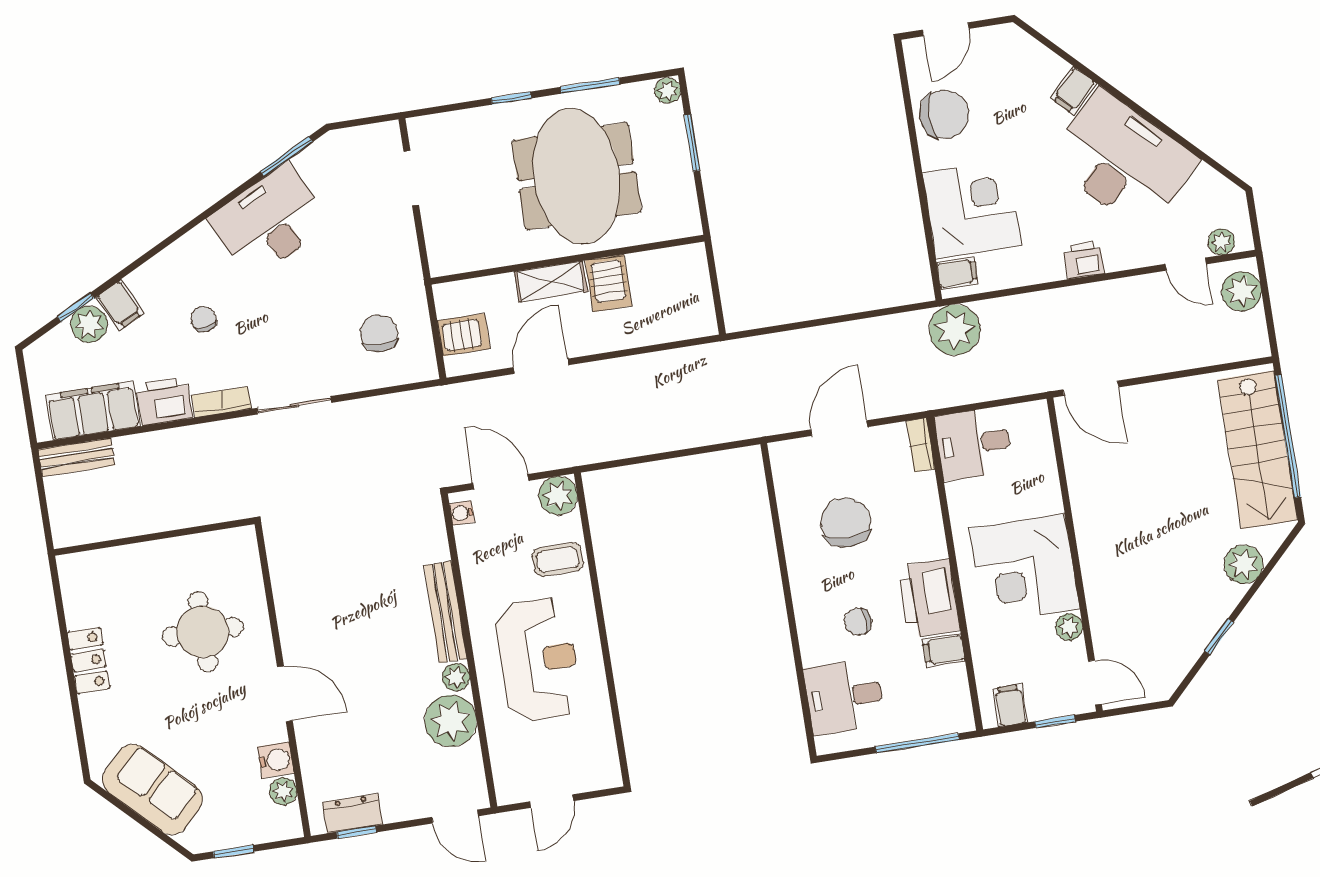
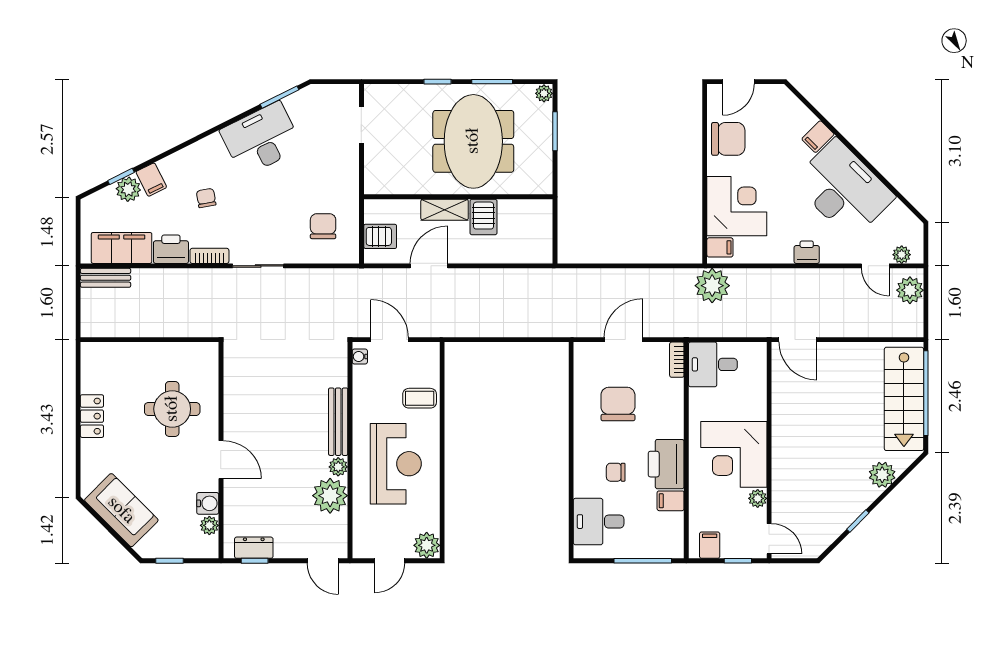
plant: (558, 496) -> (427, 545), moved

